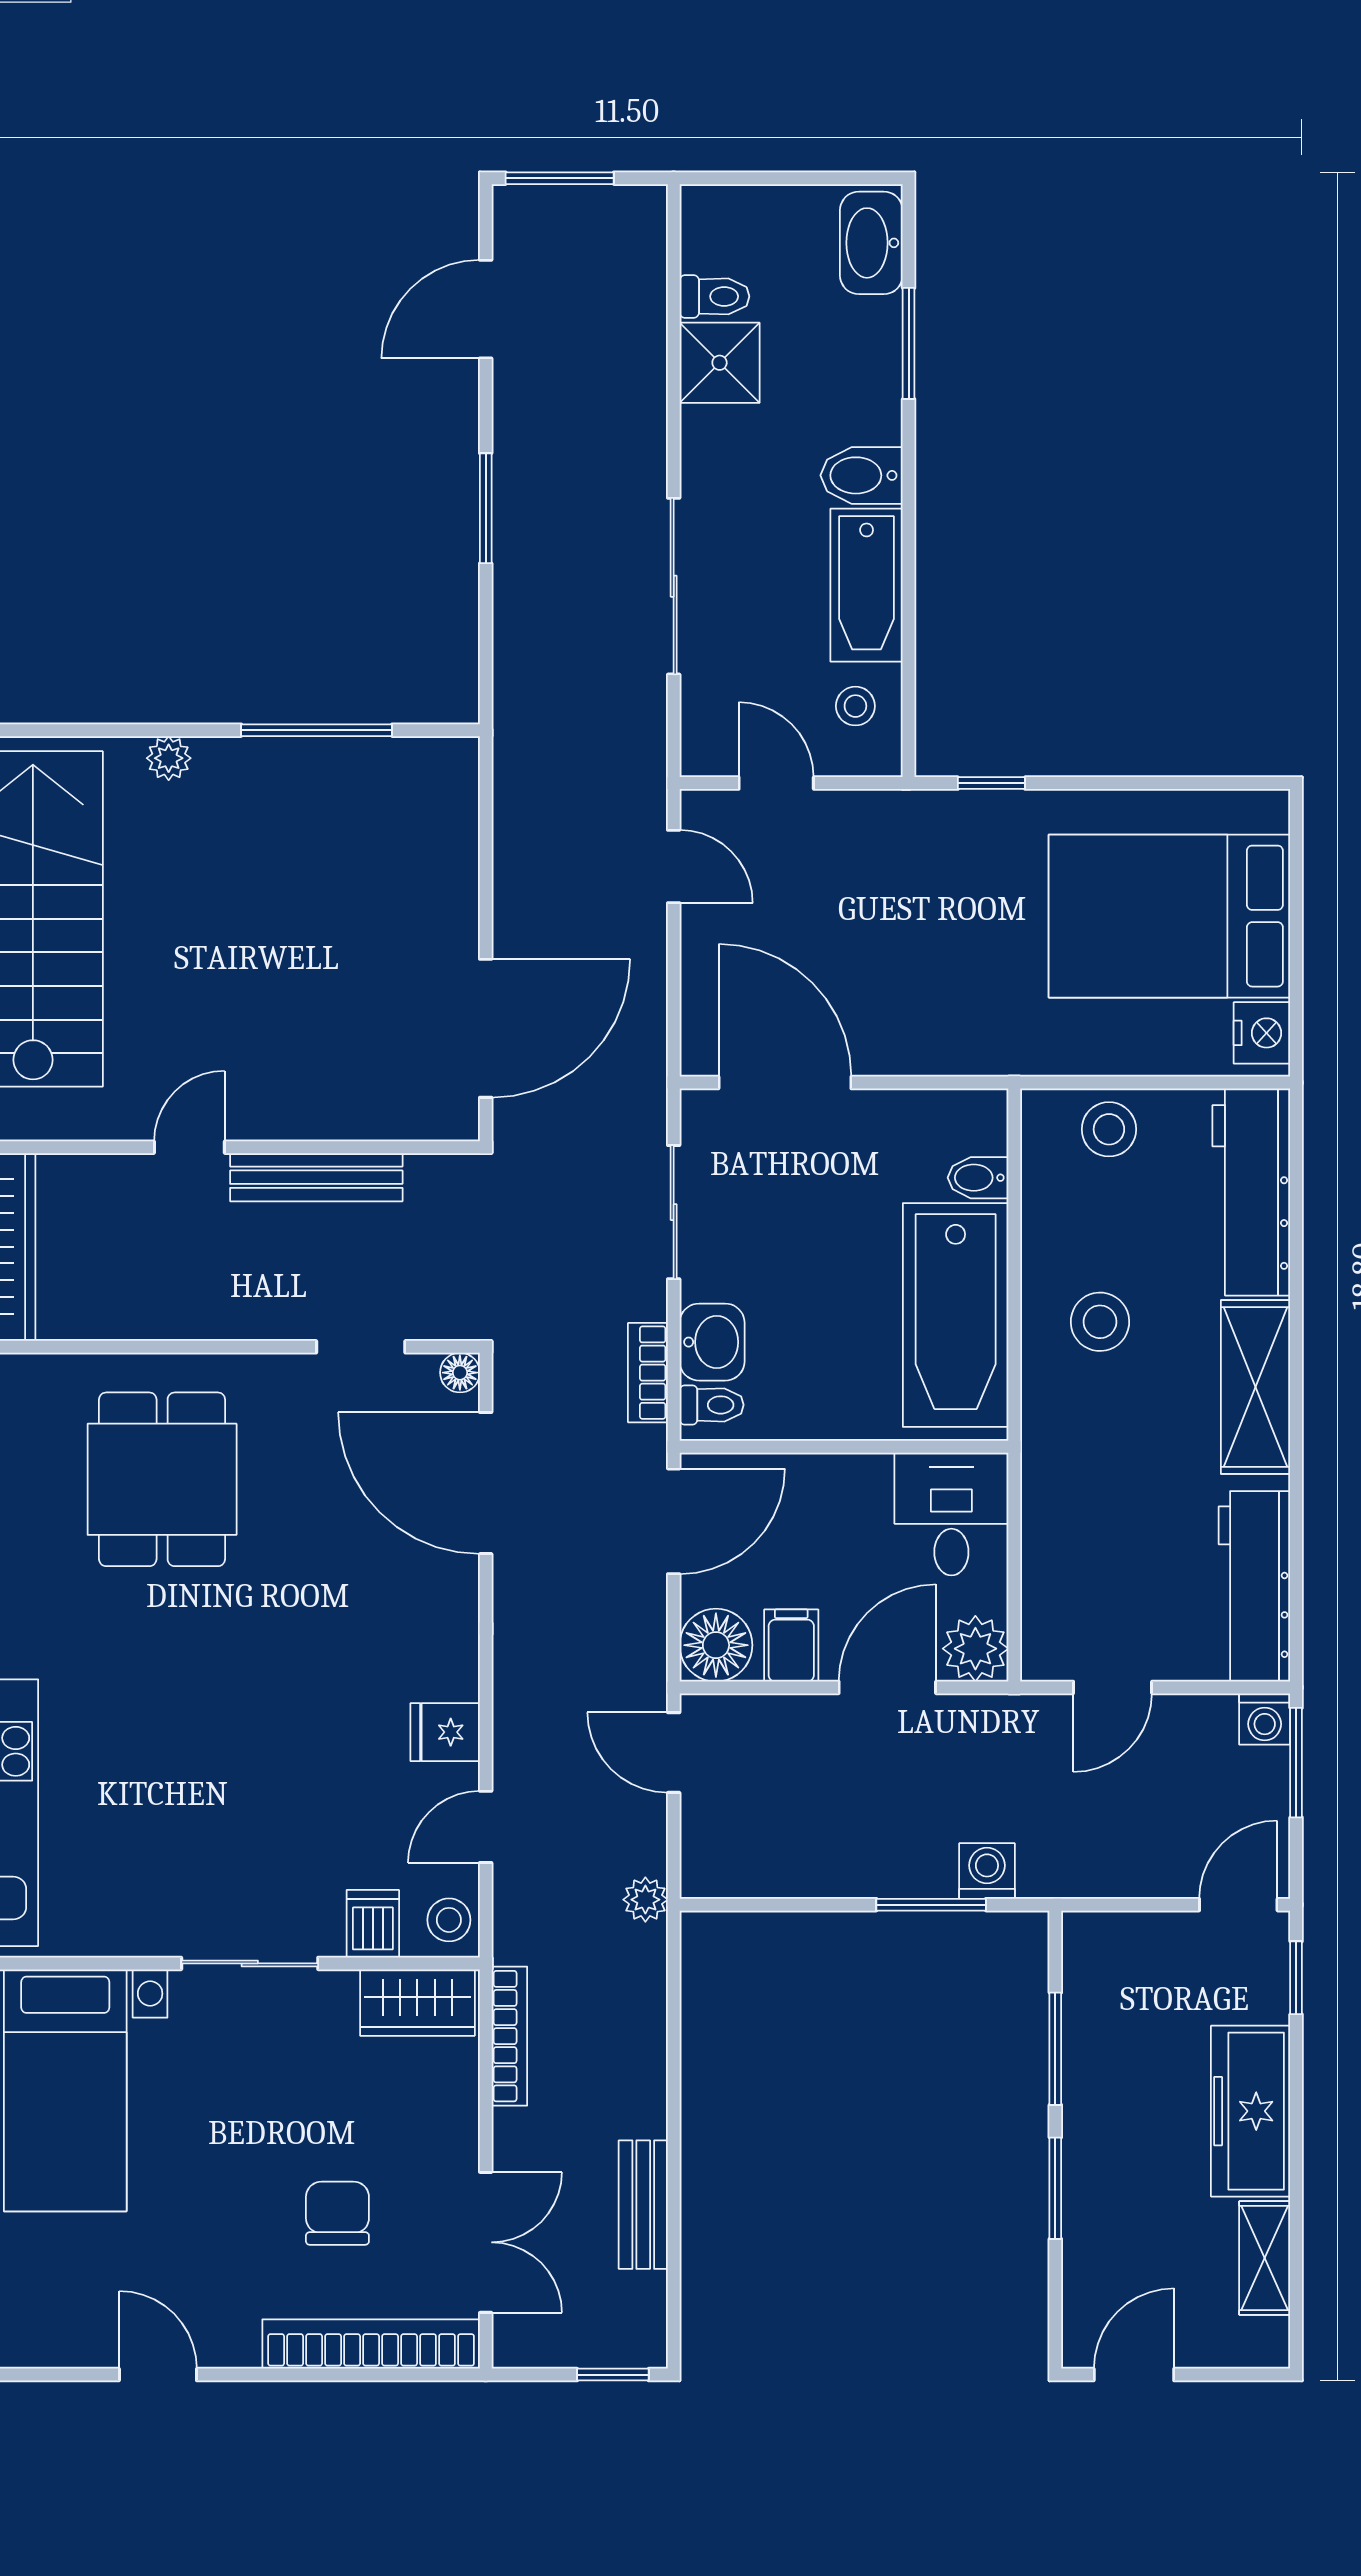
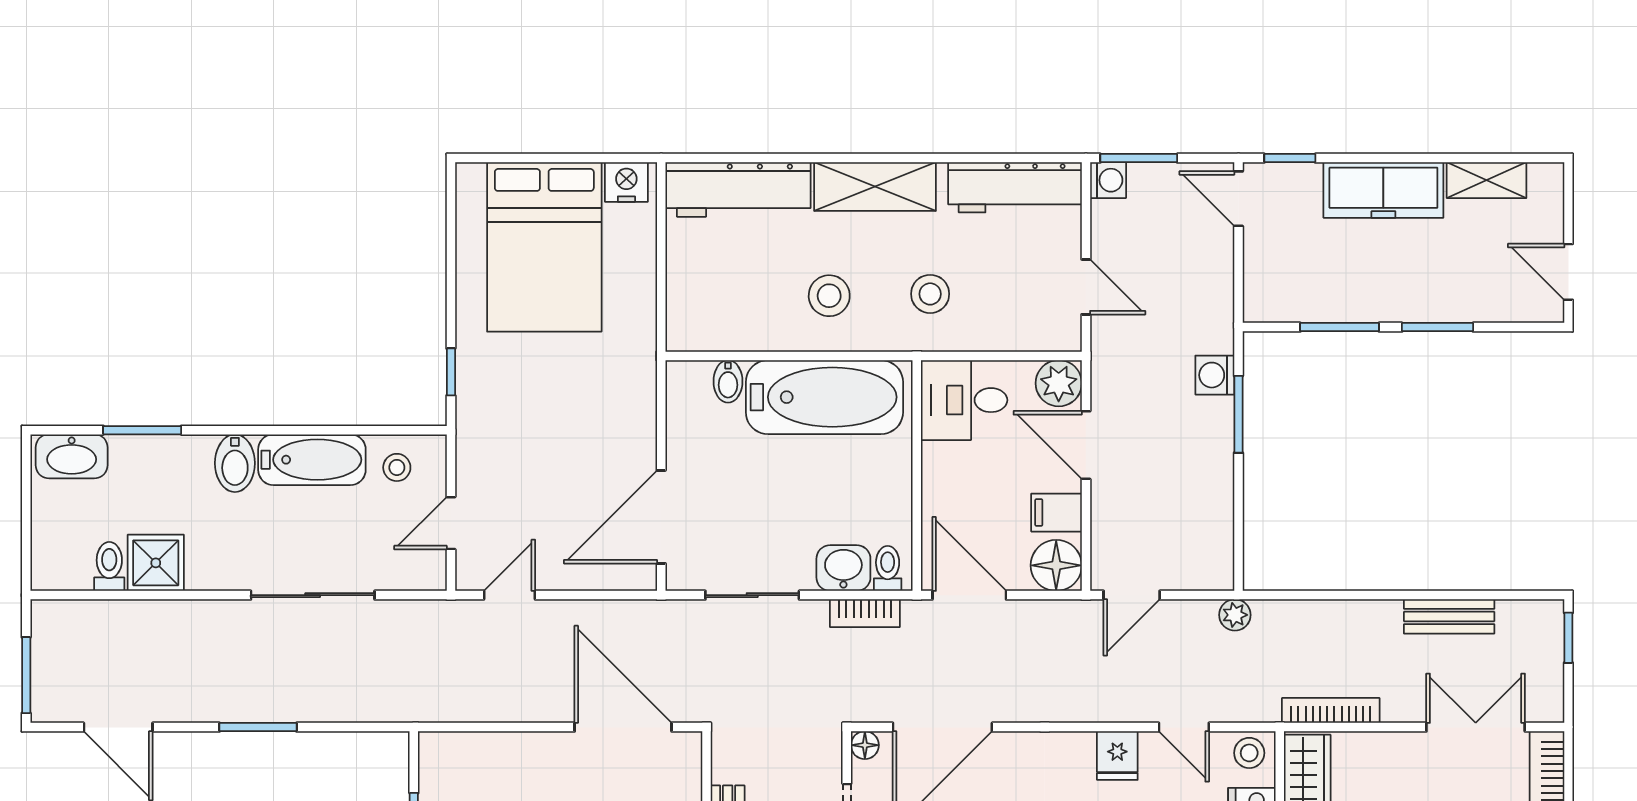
stool: (1109, 1129) -> (930, 294), moved

